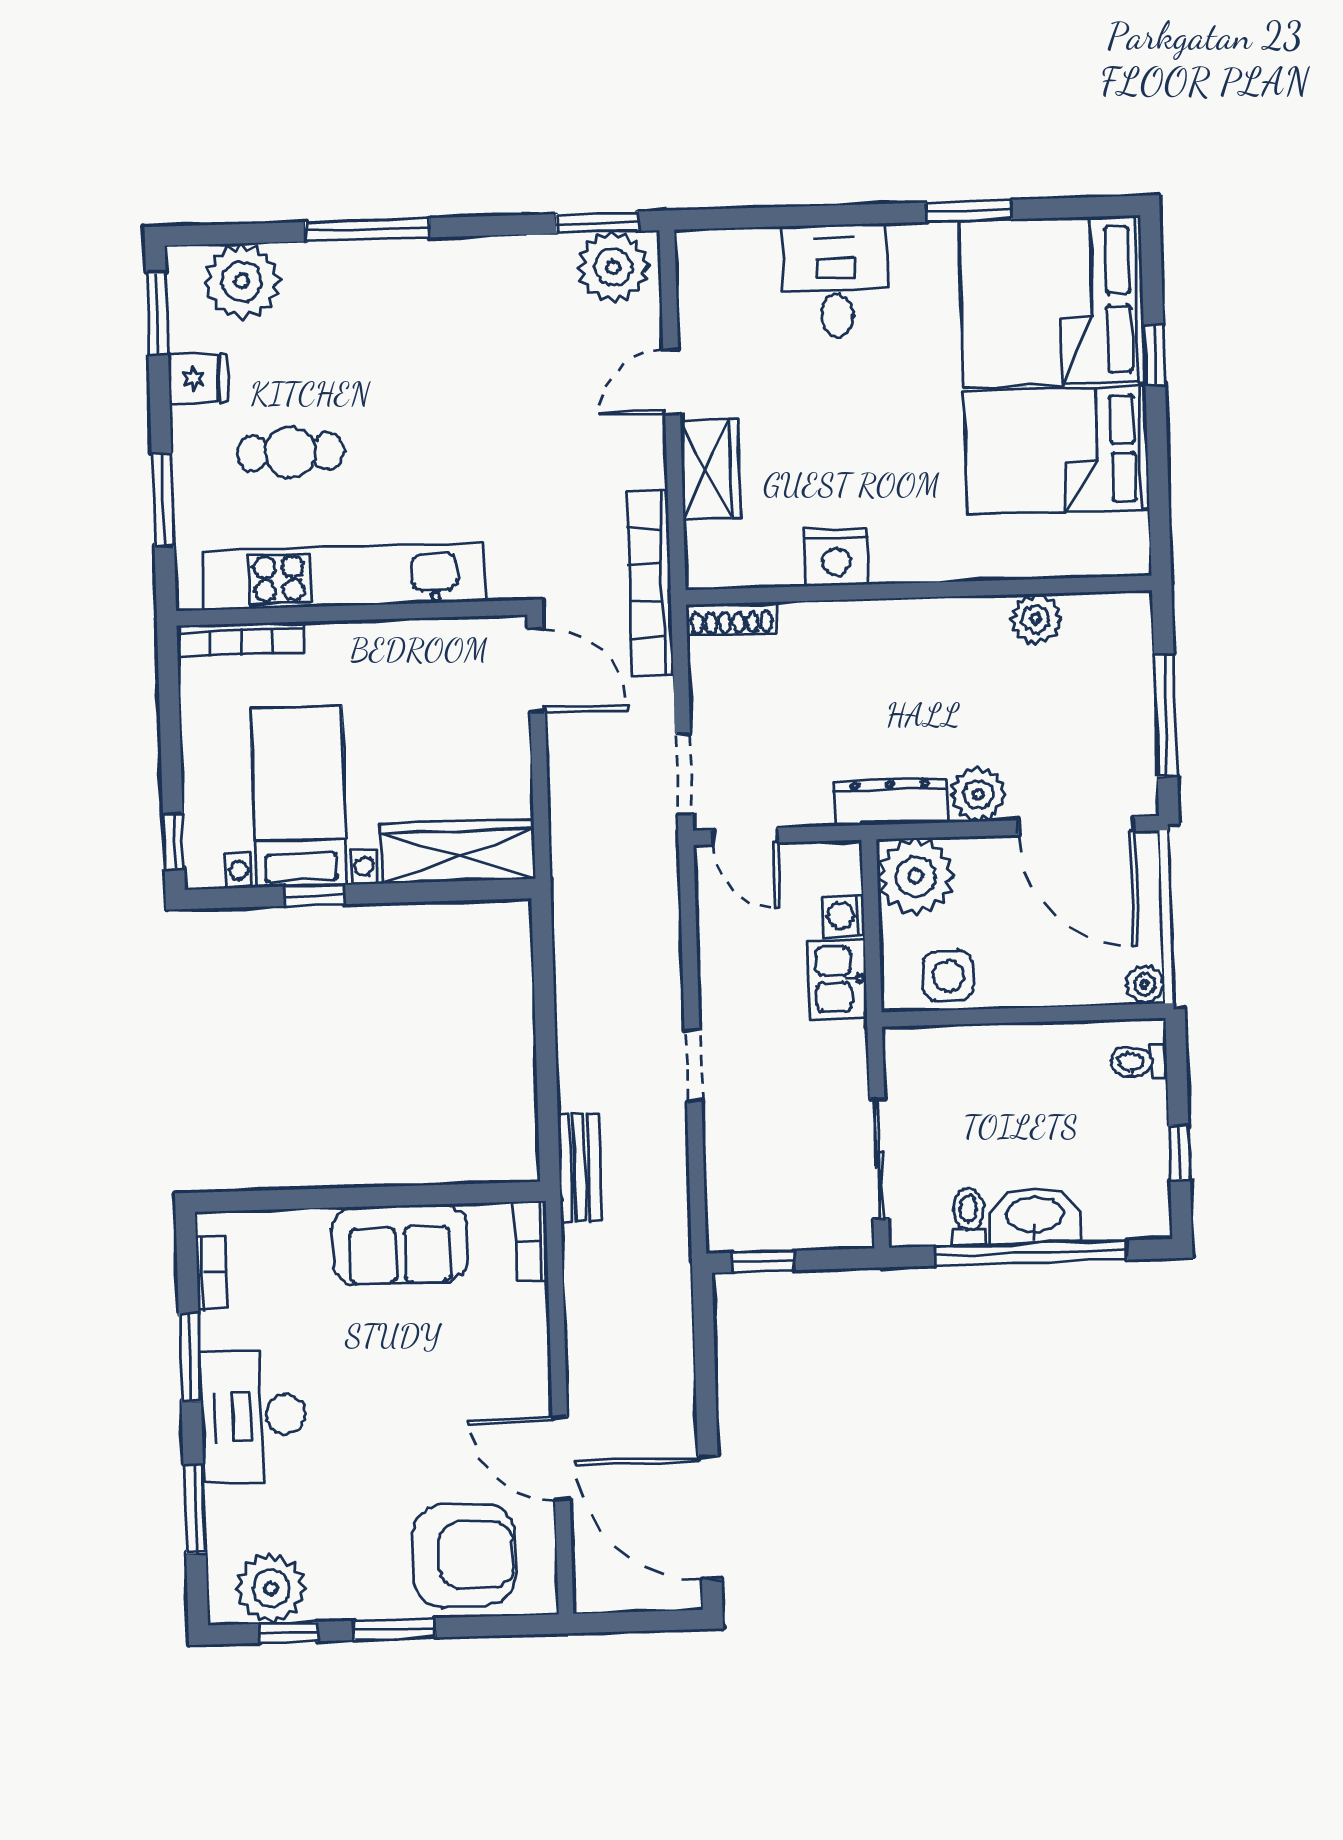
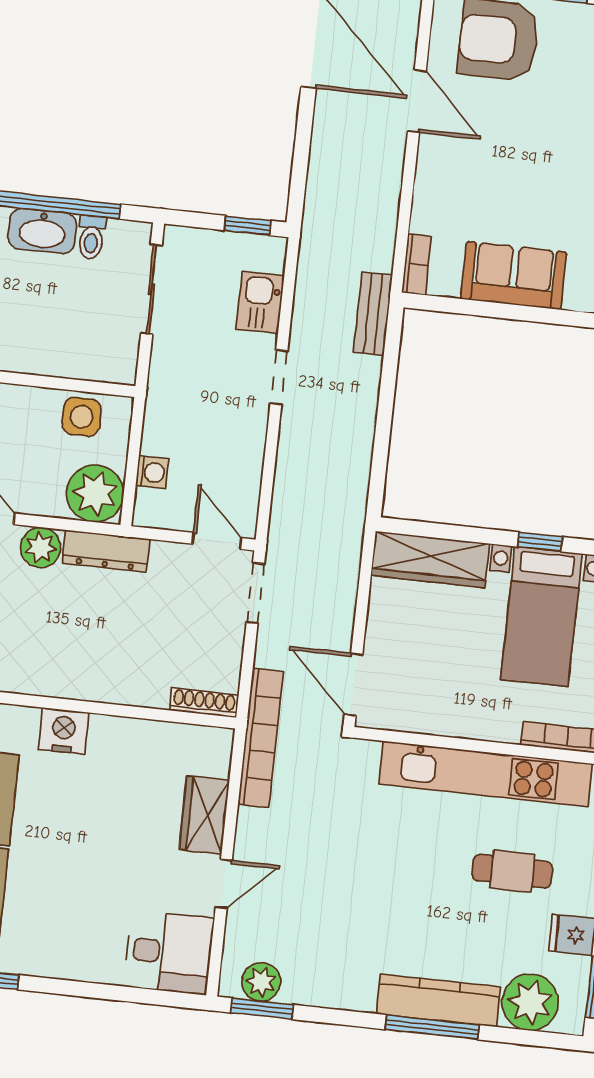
kitchen counter: (364, 267) -> (438, 1000), added
plant: (613, 267) -> (261, 982), width x0.73, depth x0.73
desk: (836, 281) -> (169, 952), moved, turned -90
nightstand: (836, 557) -> (64, 731), moved
kitchen sink: (837, 979) -> (260, 302), moved, turned 180

